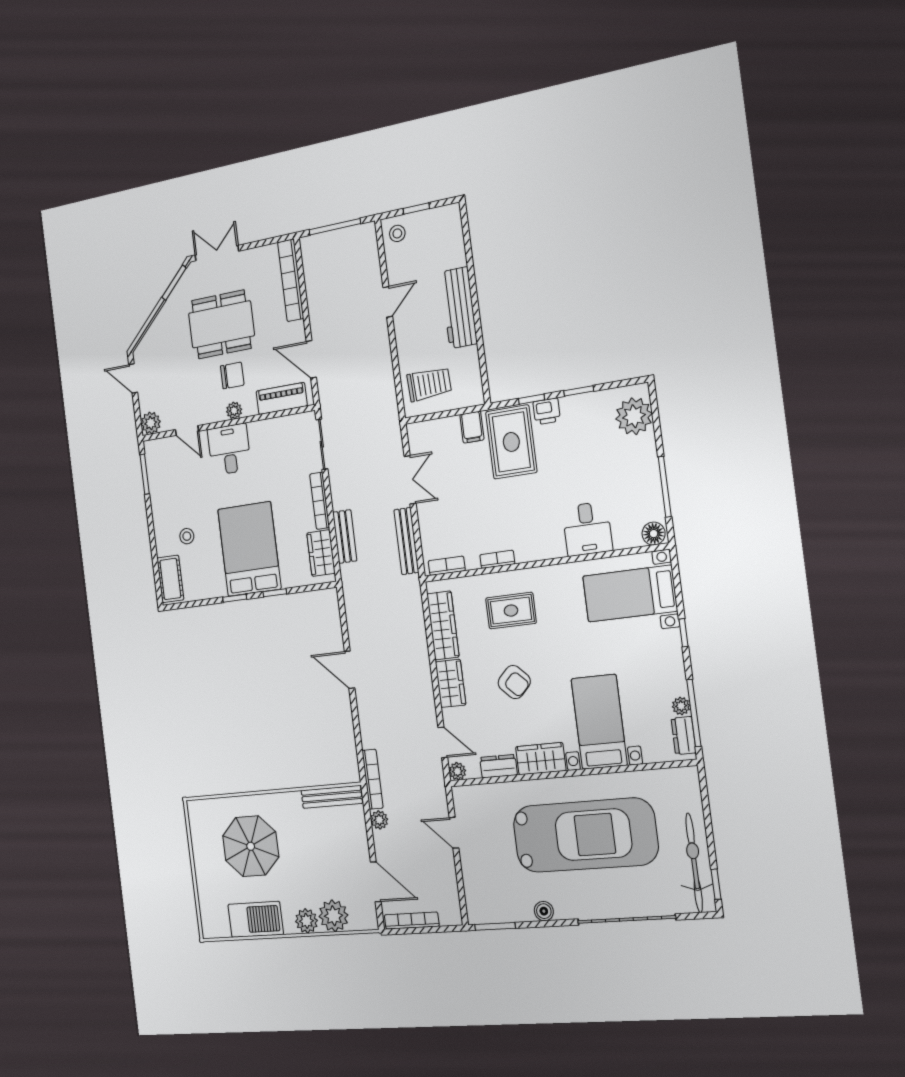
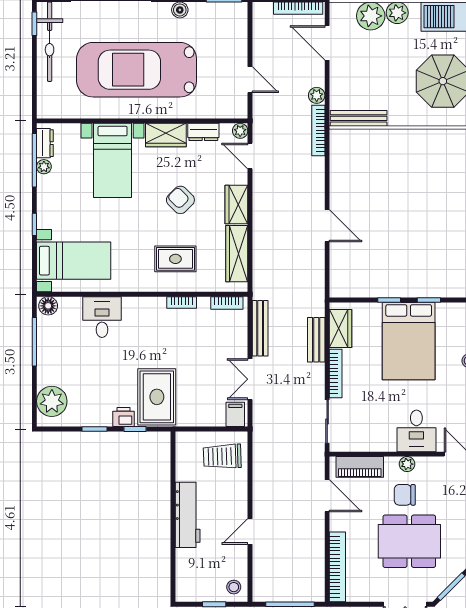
filing cabinet: (472, 427) -> (235, 414), moved

